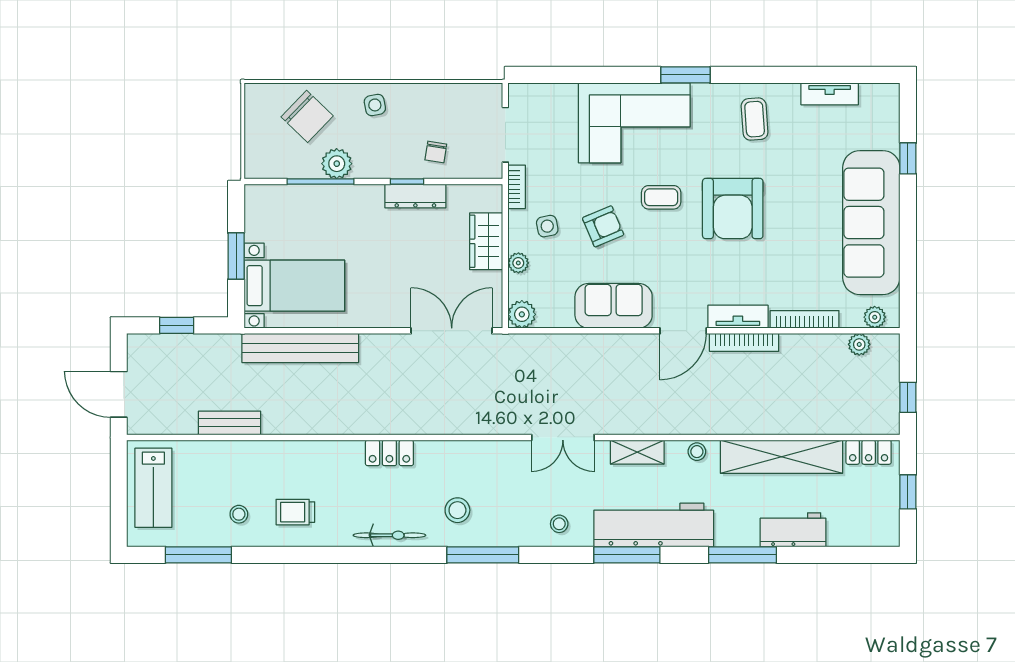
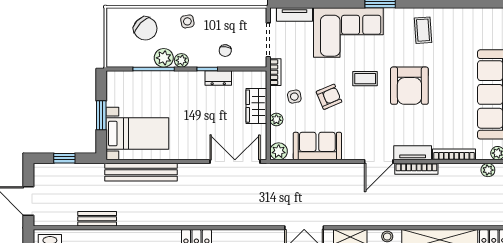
tv unit: (830, 94) -> (294, 15), moved
plant: (365, 168) -> (181, 60), added
dresser: (415, 196) -> (218, 78), width x0.70
sofa: (614, 306) -> (317, 146), moved

